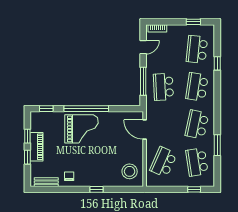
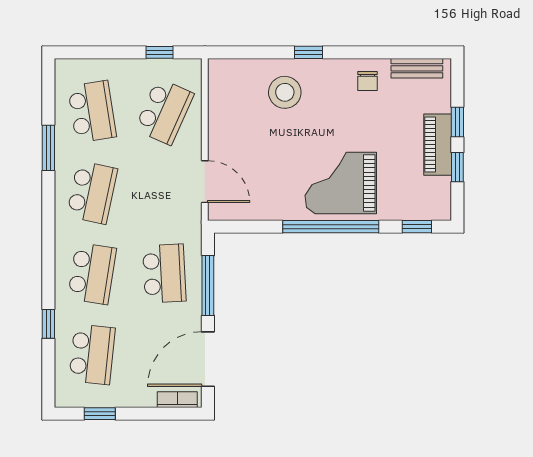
door: (143, 47) -> (208, 359), width x1.87
stool: (130, 171) -> (285, 92), moved
window: (194, 189) -> (160, 52), moved

